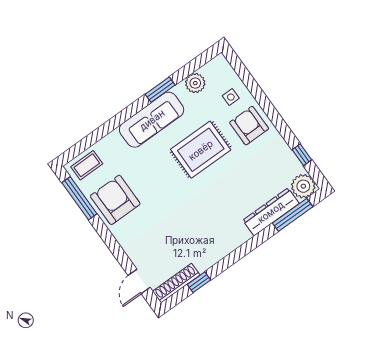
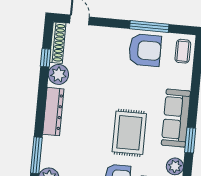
window: (79, 198) -> (149, 27), moved
dresser: (271, 212) -> (53, 112), moved
plant: (204, 258) -> (58, 74), added

